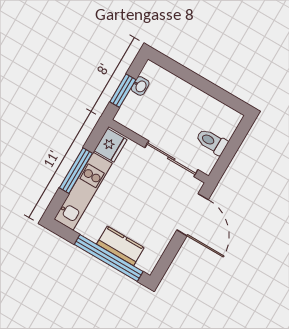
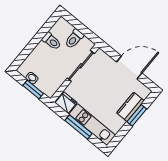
toilet: (202, 107) -> (52, 41), added
door: (193, 215) -> (129, 67), moved
window: (109, 258) -> (137, 115), width x0.47

